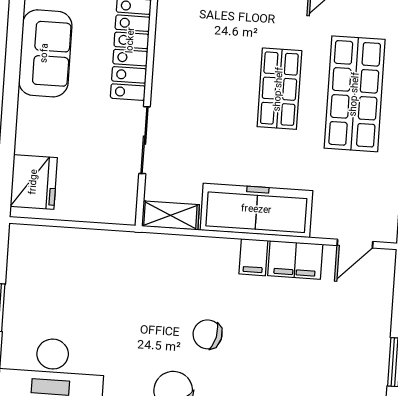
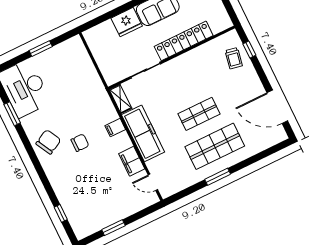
fridge: (34, 182) -> (127, 22), moved
filing cabinet: (253, 257) -> (115, 128), moved
chair: (208, 334) -> (80, 143), turned 77

